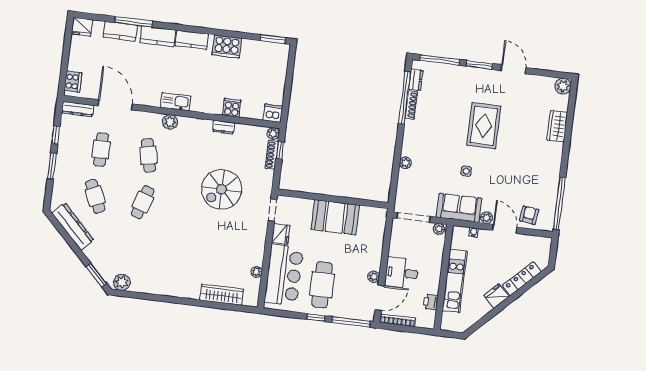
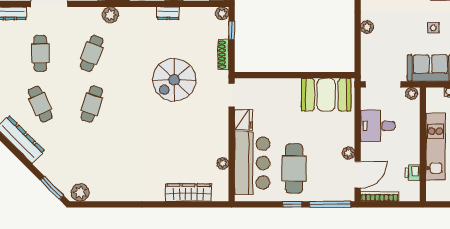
cafe table: (148, 155) -> (92, 53), turned 33
shoe rack: (272, 155) -> (223, 55), moved
booth: (335, 217) -> (326, 95), moved
desk: (402, 273) -> (378, 126), moved

